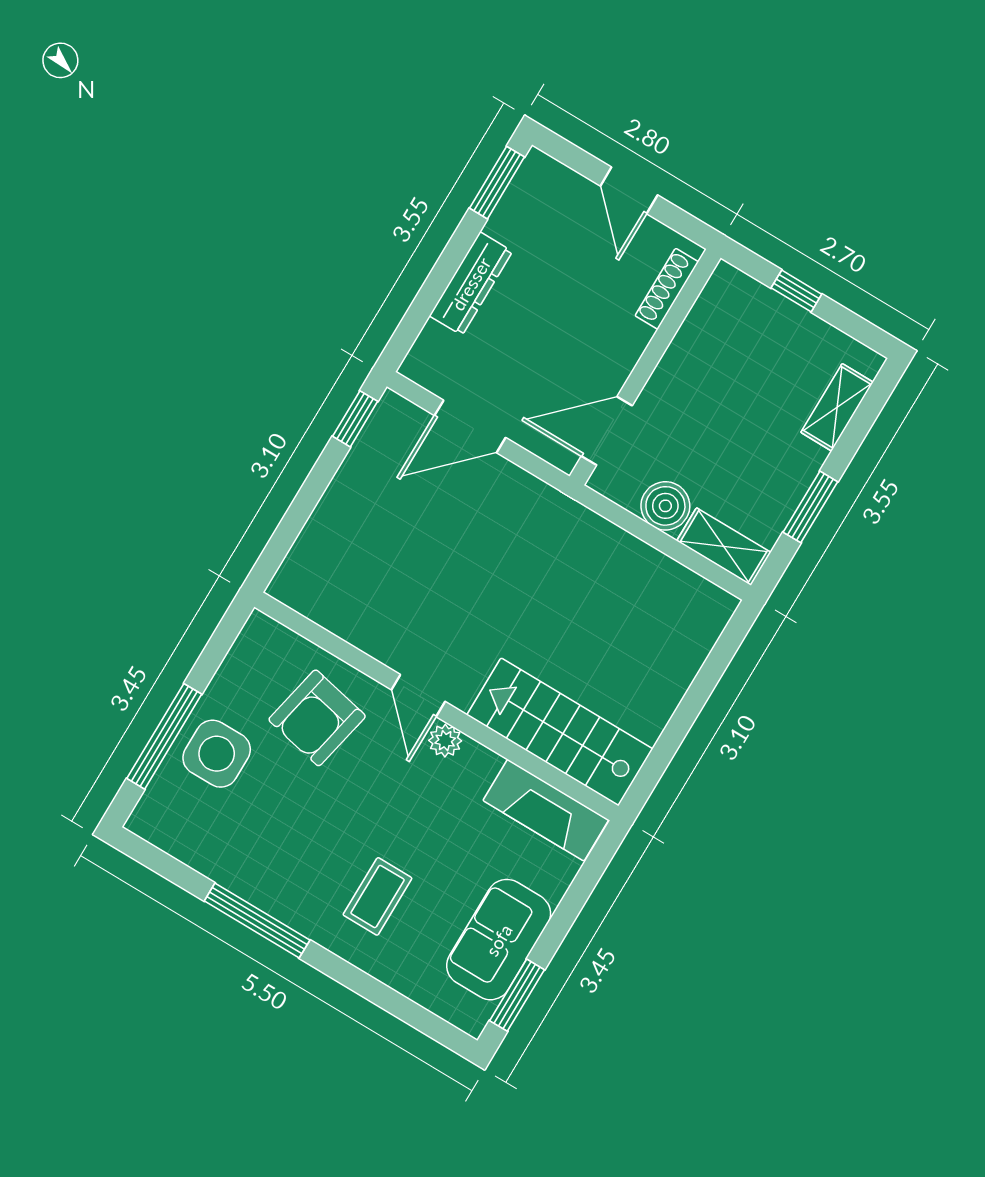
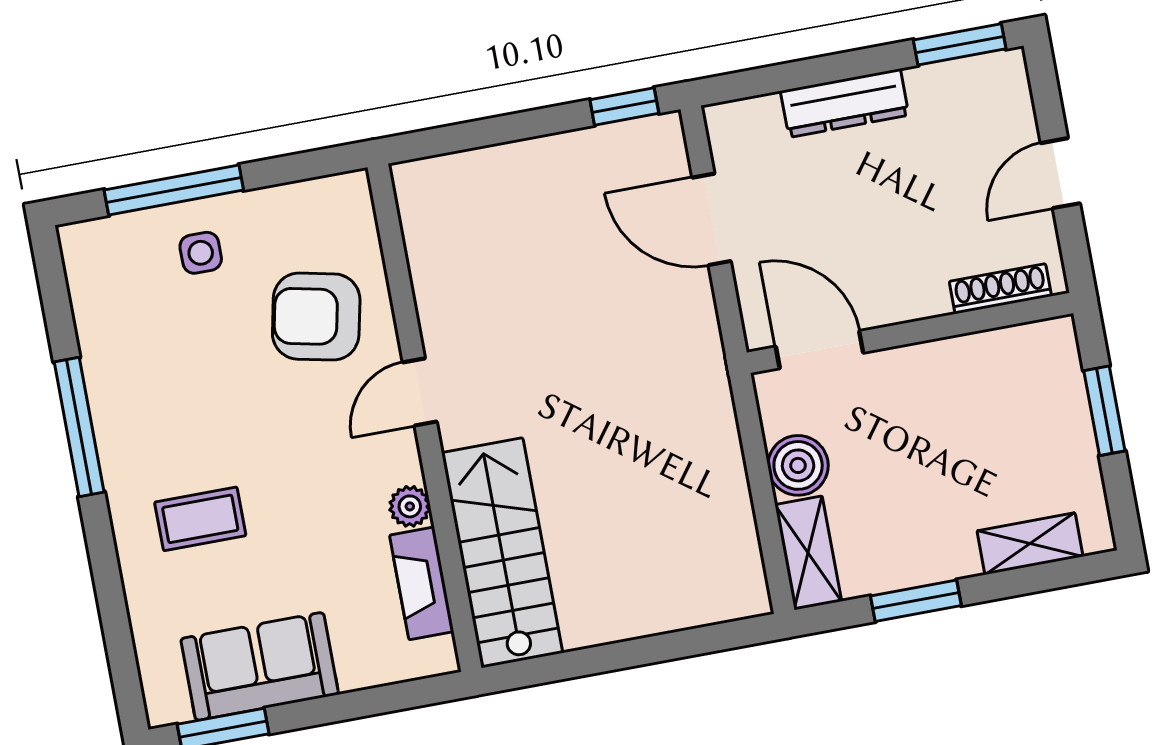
window: (796, 291) -> (1104, 411), width x1.50
plant: (445, 741) -> (410, 506), moved
side table: (217, 754) -> (201, 253), width x0.54, depth x0.54
fireplace: (546, 810) -> (422, 583), width x0.73, depth x0.76

